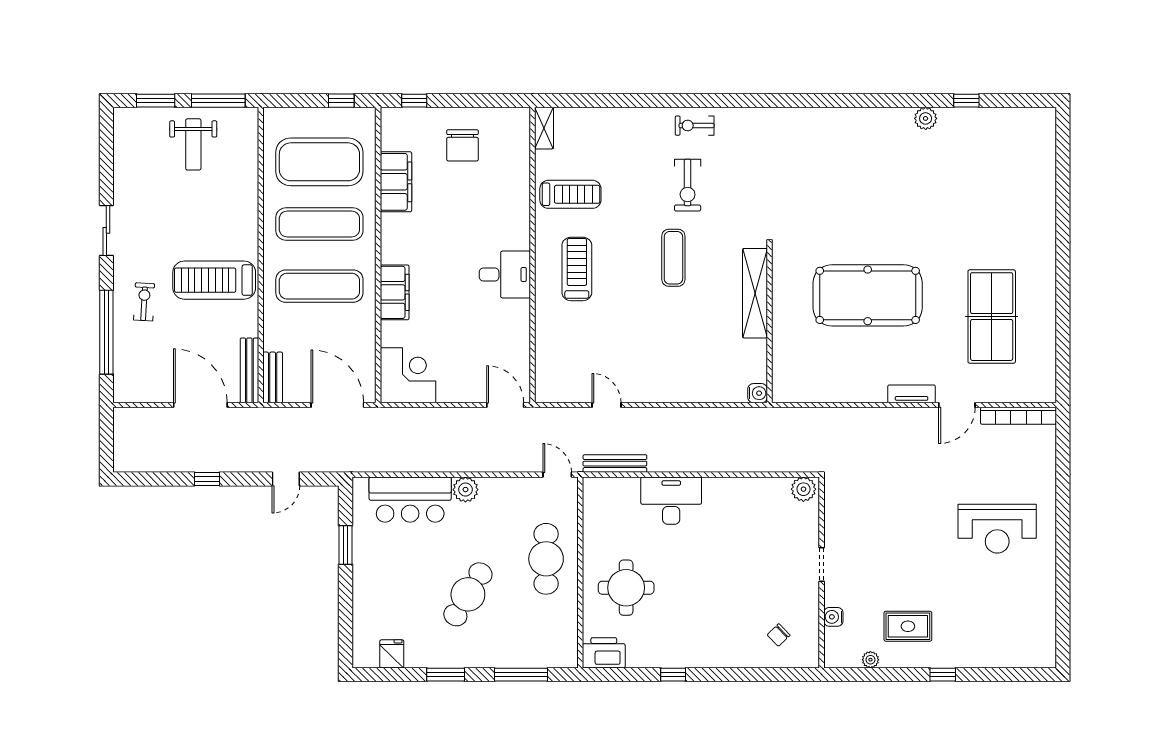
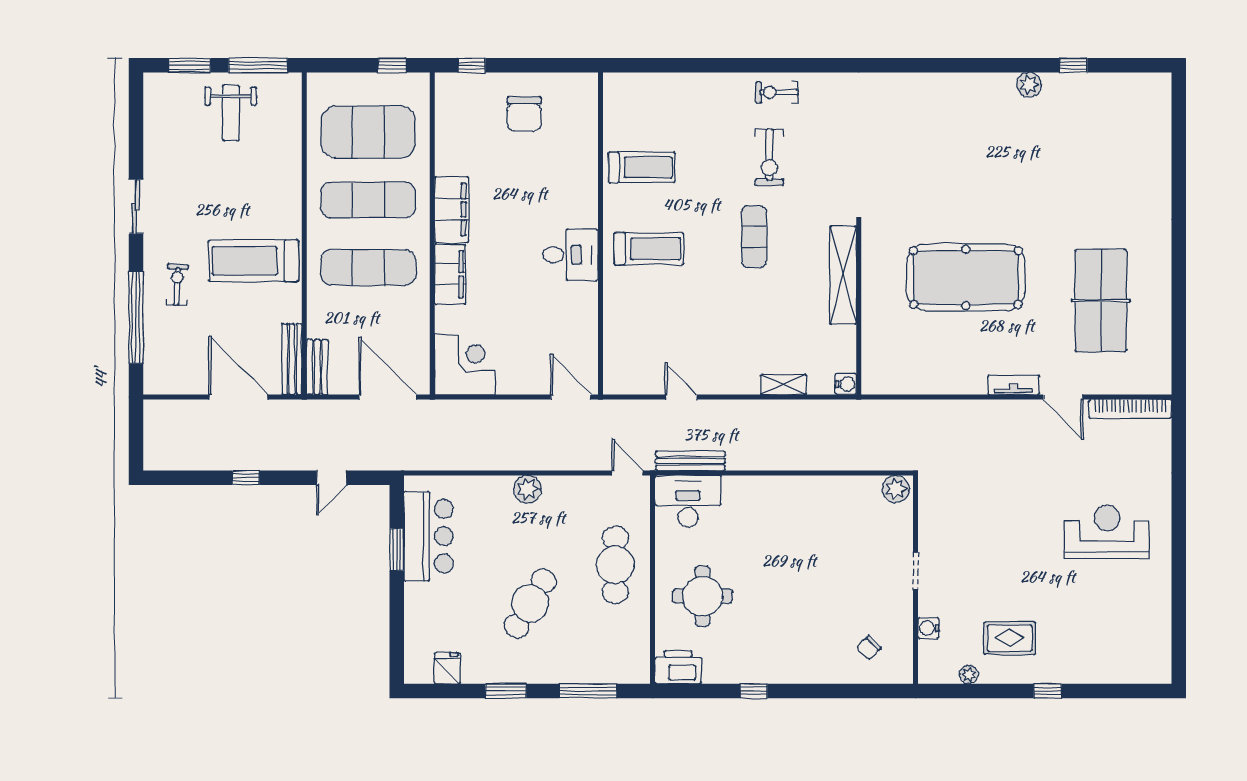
shelving: (544, 128) -> (783, 384), moved, turned 90
filing cabinet: (396, 182) -> (452, 209), moved
treadmill: (577, 269) -> (649, 249), turned 90
door: (957, 405) -> (1063, 397), hinge flipped
bar counter: (410, 500) -> (429, 536), moved, turned -90
desk: (671, 501) -> (688, 501), moved
reception desk: (997, 529) -> (1107, 532), turned 180

